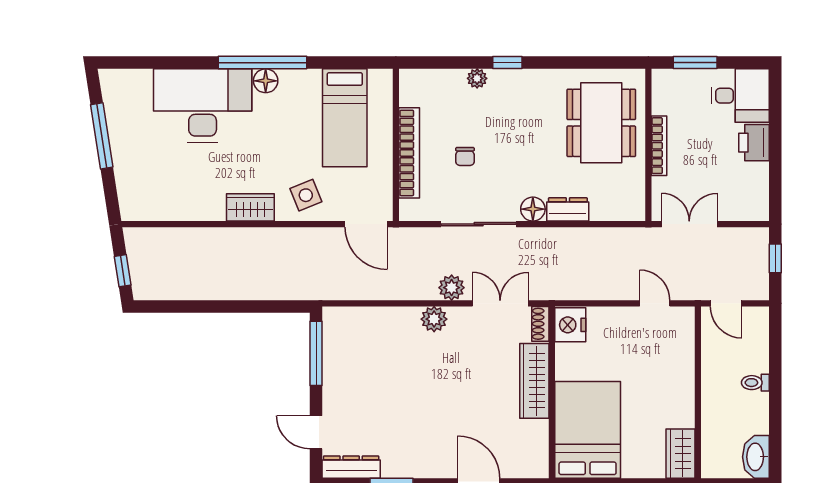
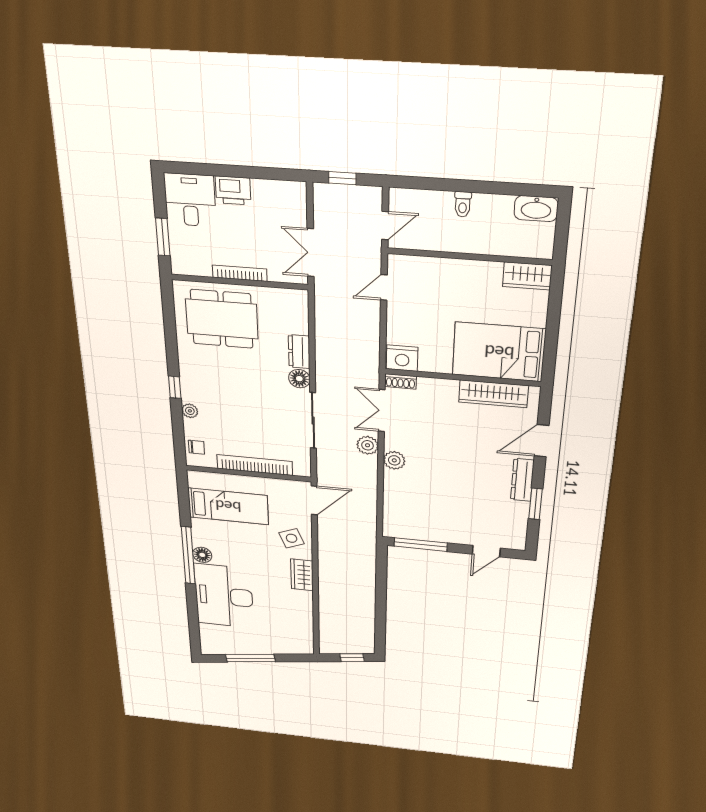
chair: (465, 157) -> (196, 447), moved
wardrobe: (534, 381) -> (493, 394), moved
dresser: (351, 467) -> (522, 480), moved

